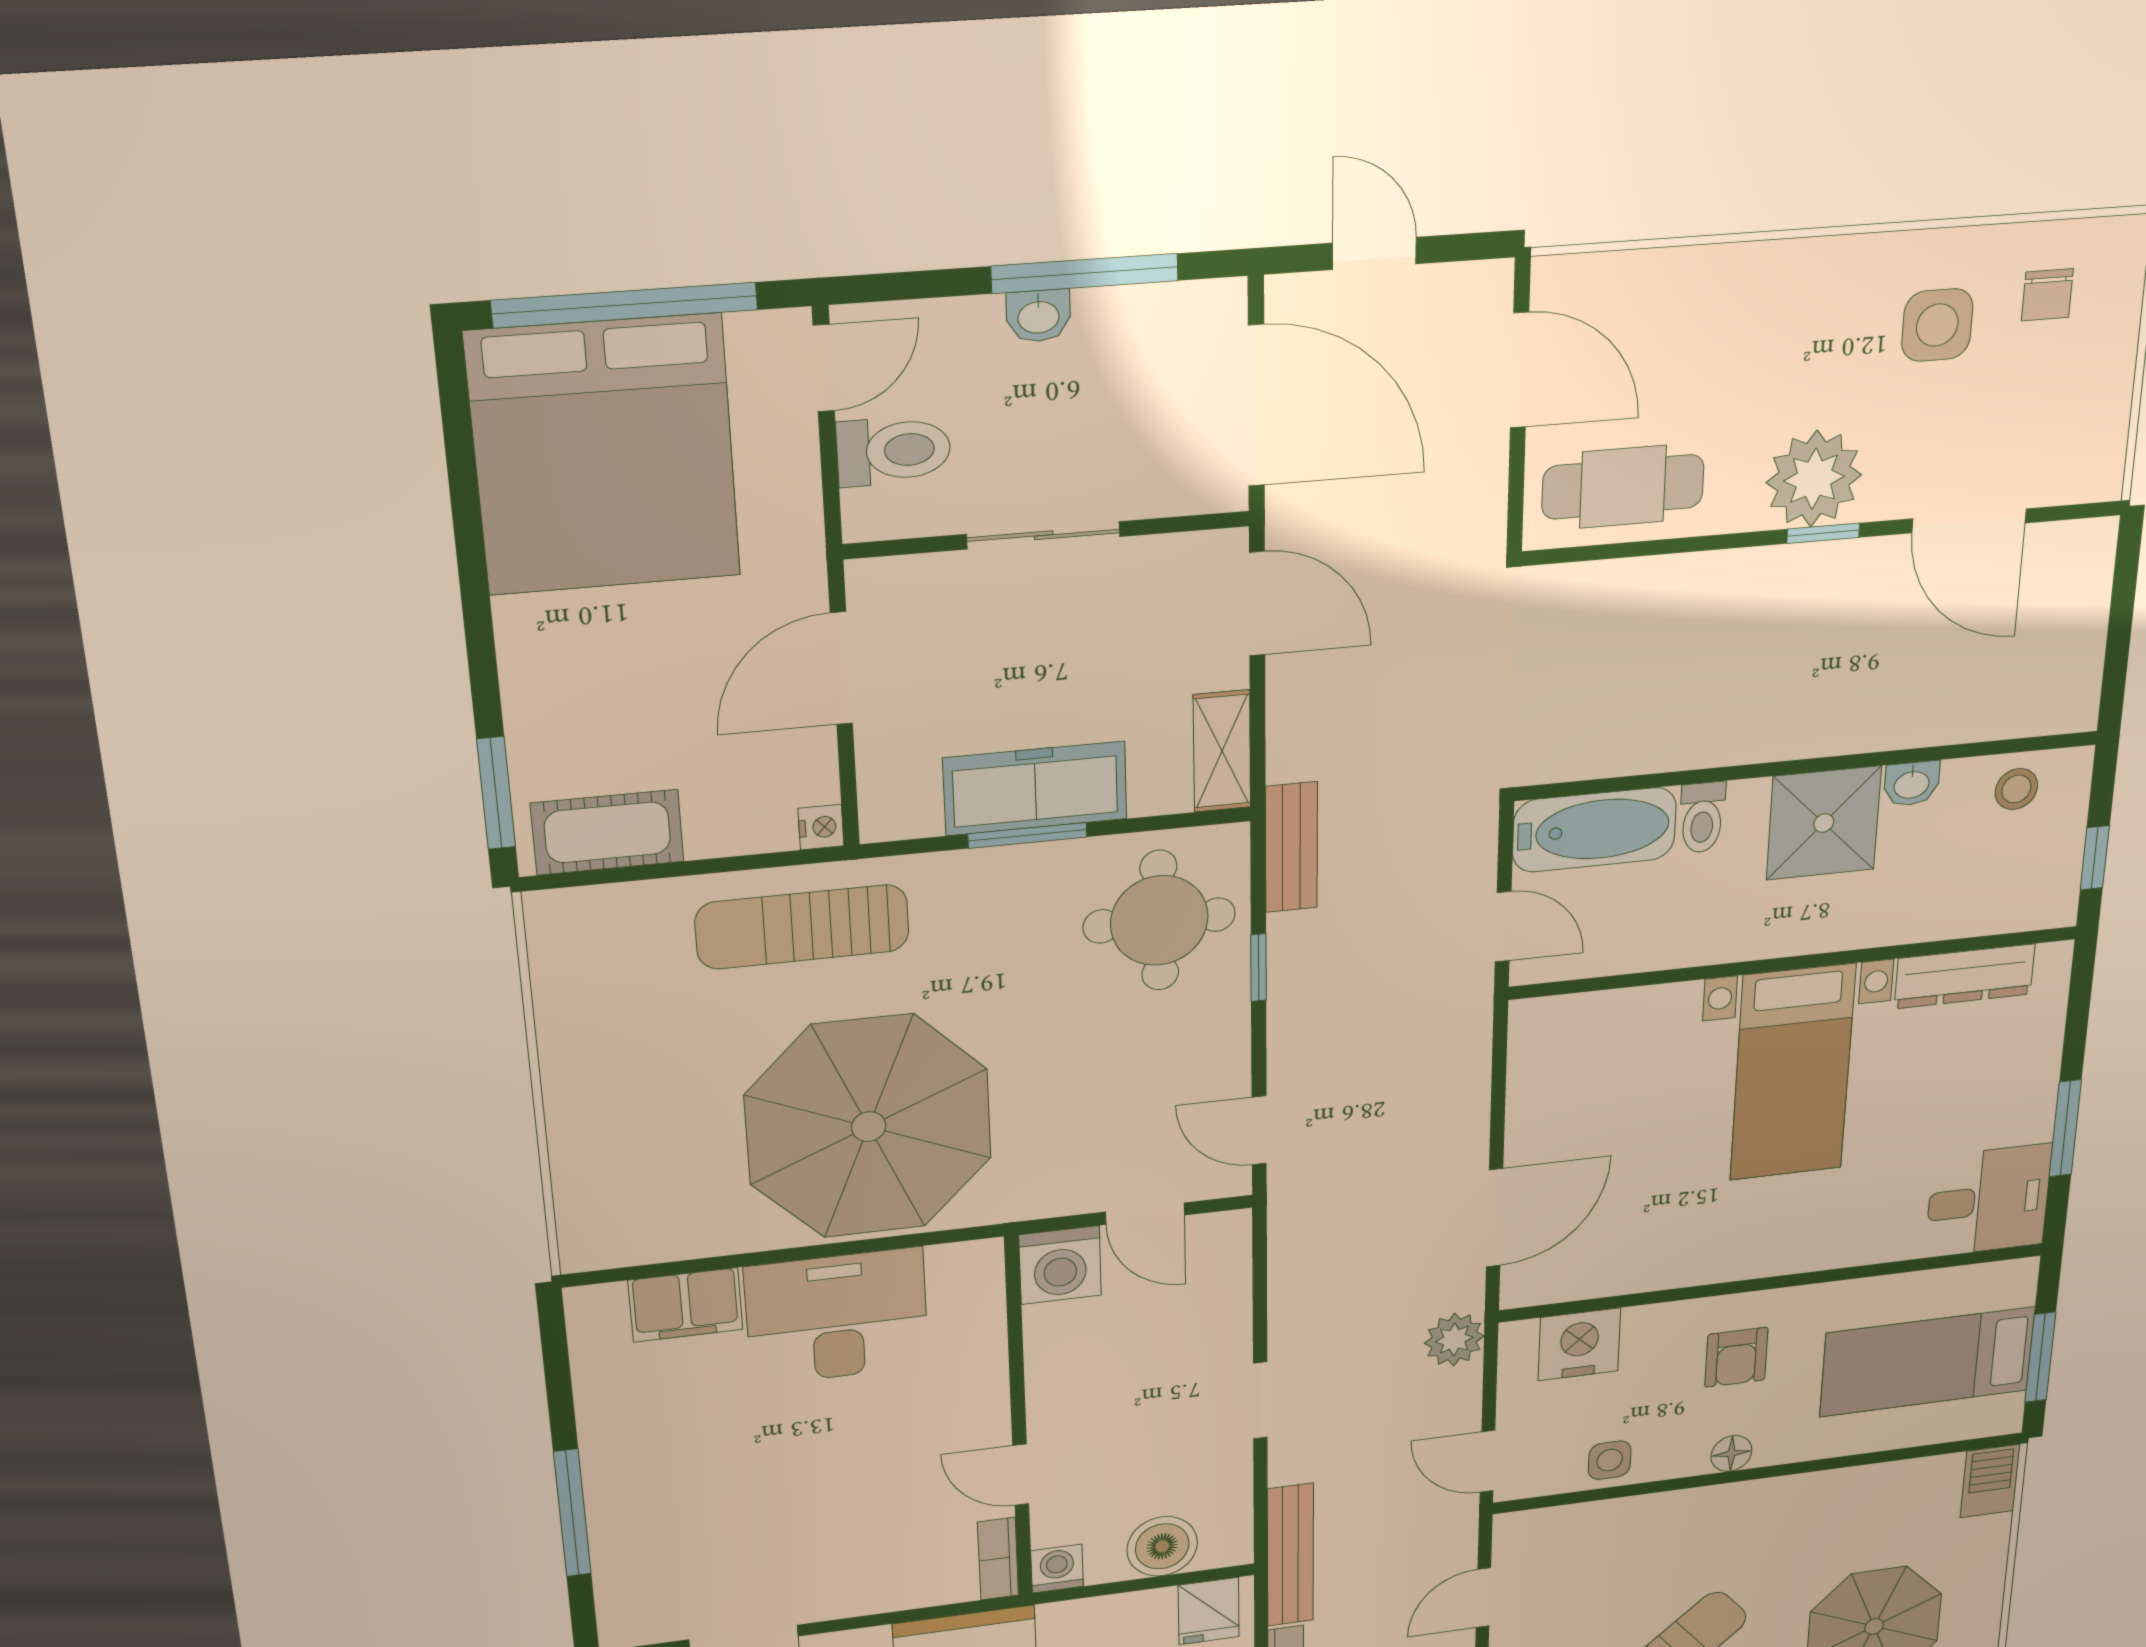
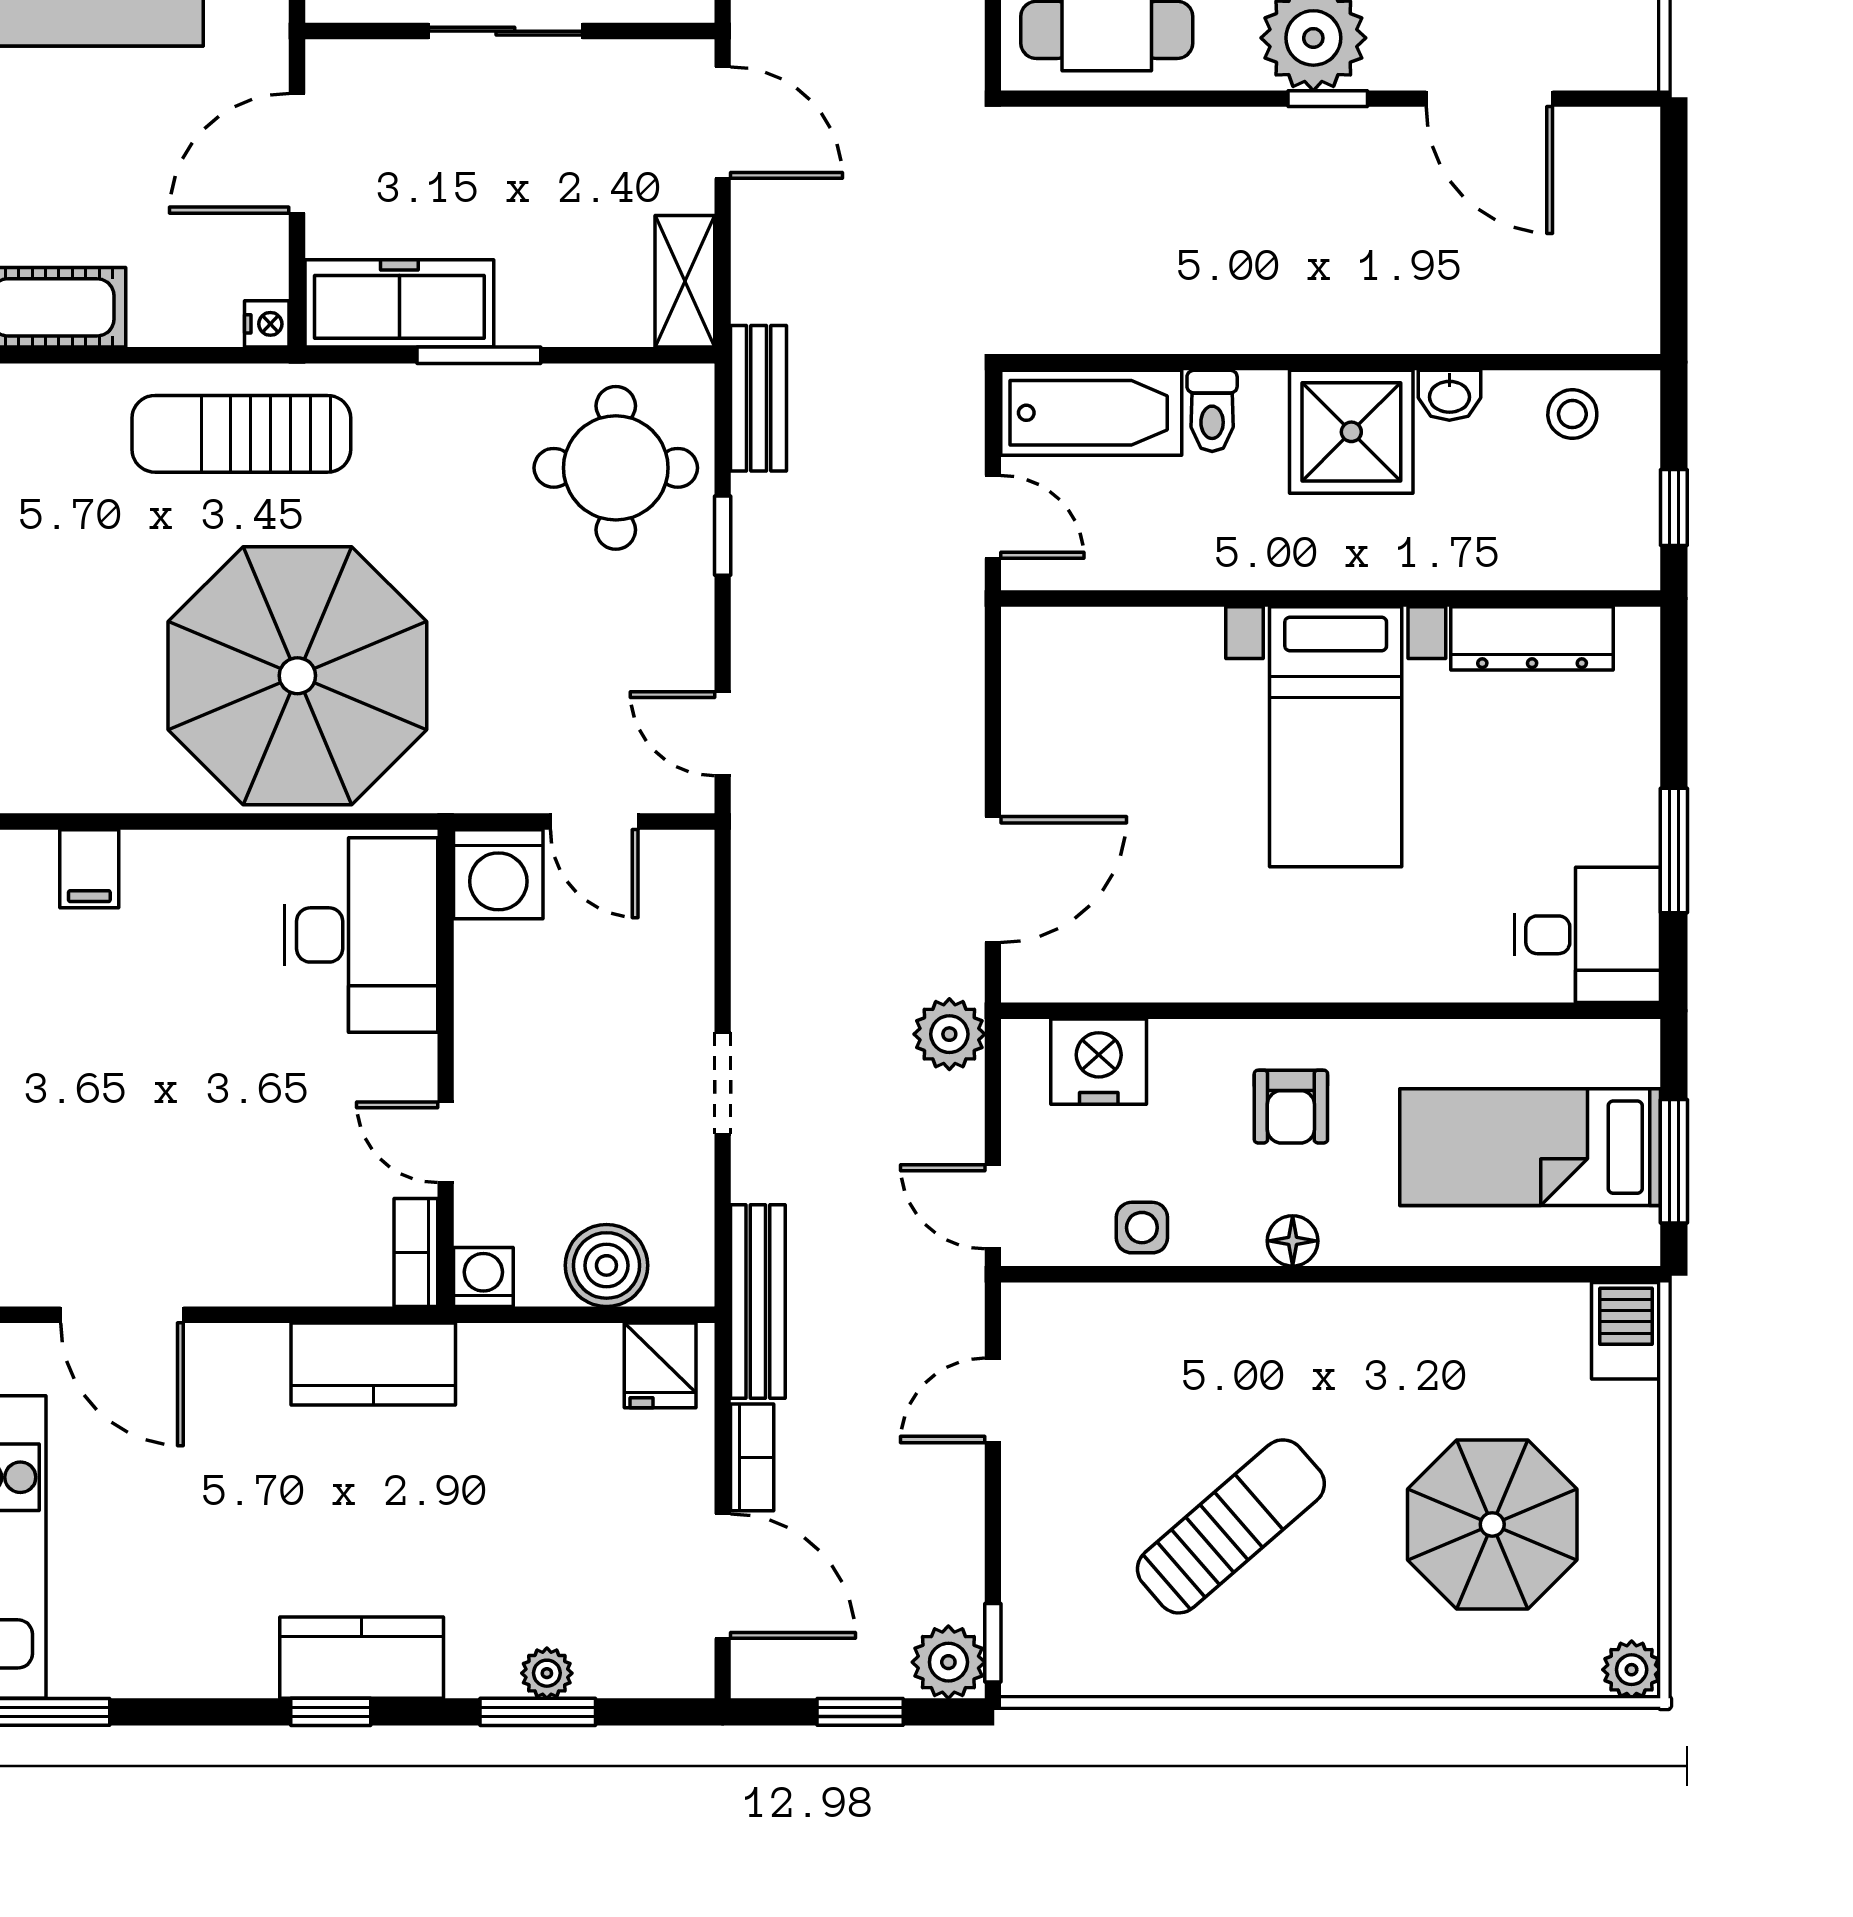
freezer: (1035, 788) -> (399, 303), moved
filing cabinet: (686, 1305) -> (89, 869), width x0.50
desk: (837, 1317) -> (361, 935), moved, turned 90

